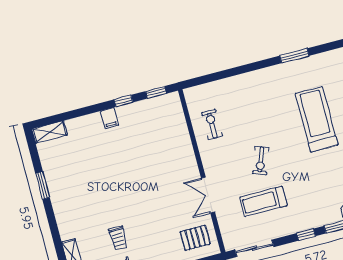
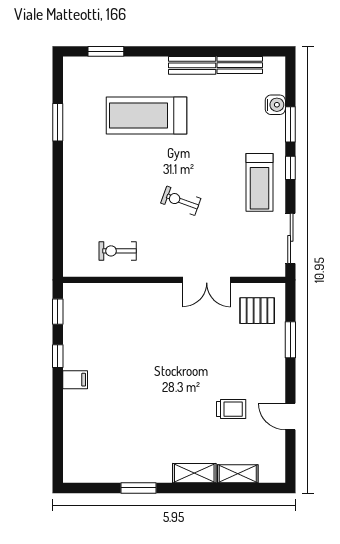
shelving: (49, 132) -> (194, 473), moved, turned 90
exercise bike: (261, 161) -> (181, 201), turned 180
treadmill: (263, 201) -> (260, 182), moved
pallet: (195, 238) -> (257, 311), turned 90

